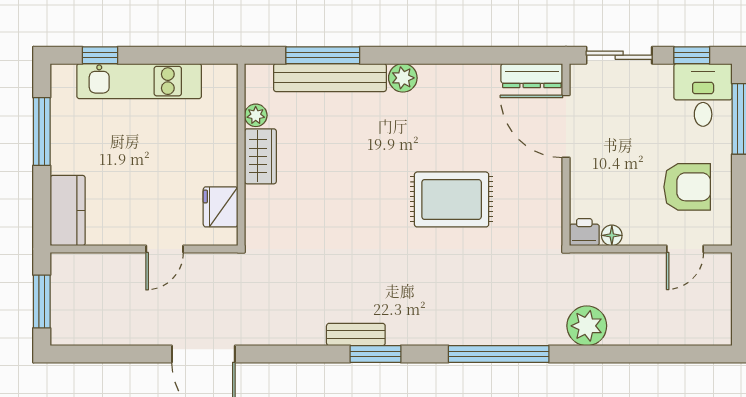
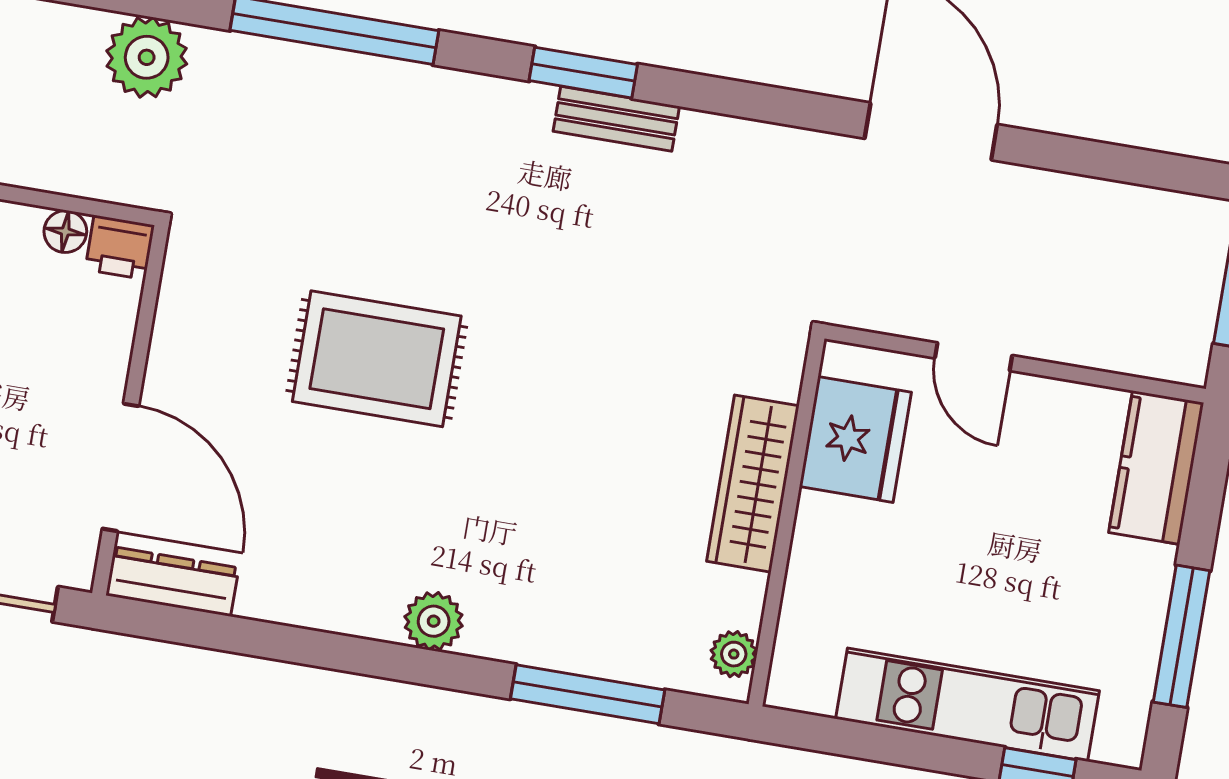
bench: (330, 78) -> (581, 647), removed
plant: (256, 115) -> (734, 654), moved
wardrobe: (260, 156) -> (753, 484), width x1.50
fridge: (221, 207) -> (855, 439), width x1.36, depth x1.34
door: (165, 249) -> (973, 357), swing flipped

